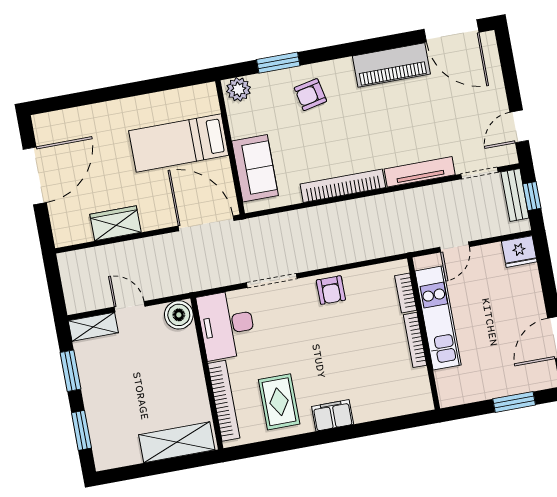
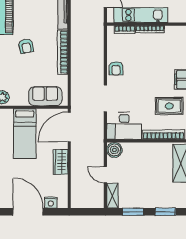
armchair: (310, 95) -> (26, 46), moved
nightstand: (59, 215) -> (51, 203), added
wardrobe: (115, 223) -> (61, 162), moved
armchair: (331, 290) -> (116, 68), turned 90
door: (130, 307) -> (105, 175), hinge flipped

